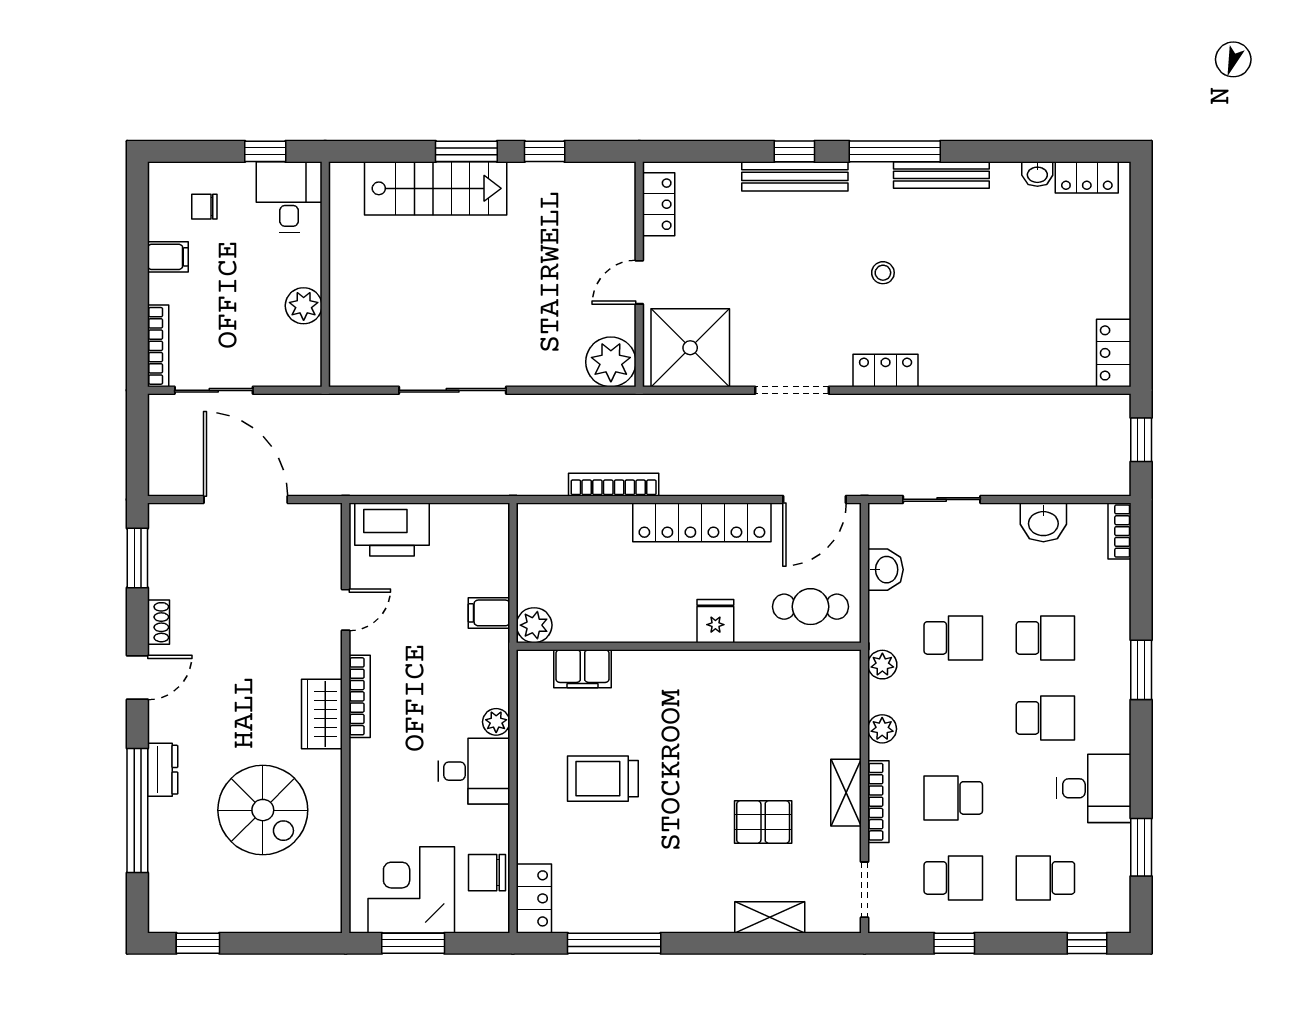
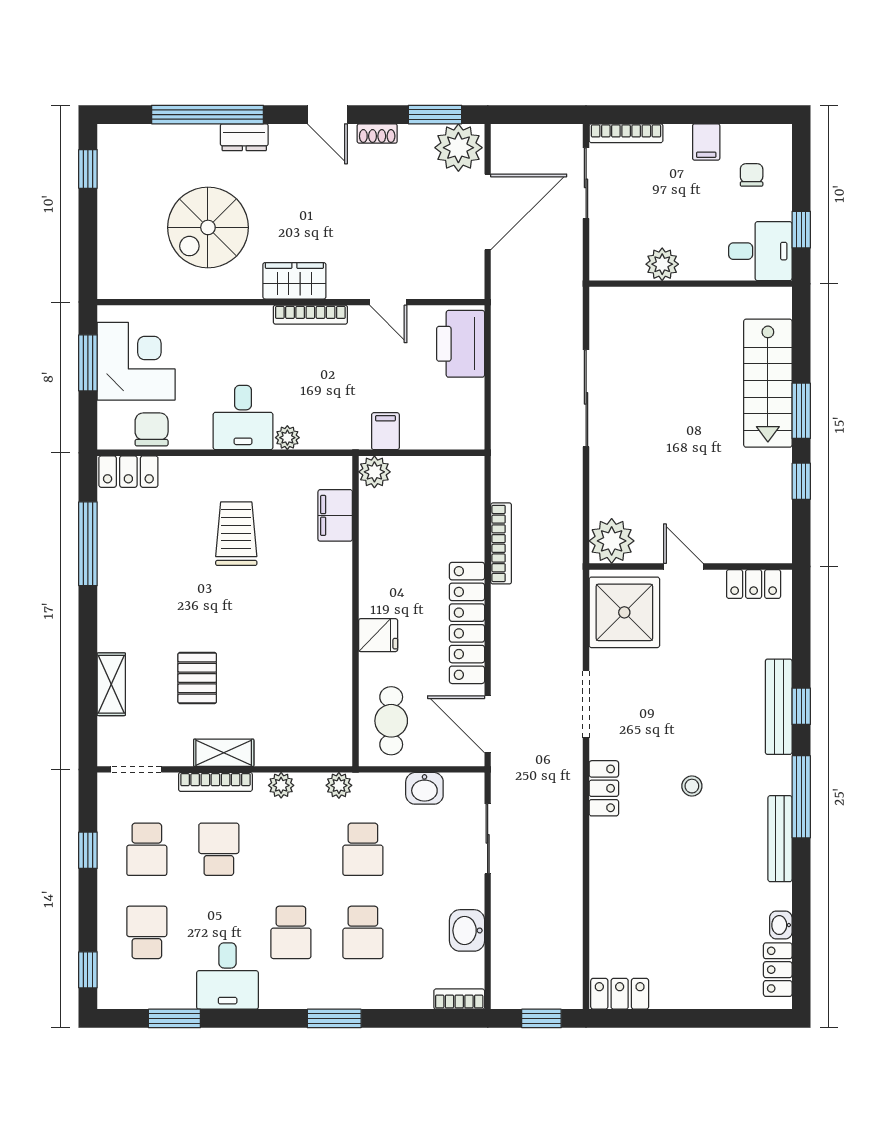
plant: (174, 532) -> (458, 148), added

